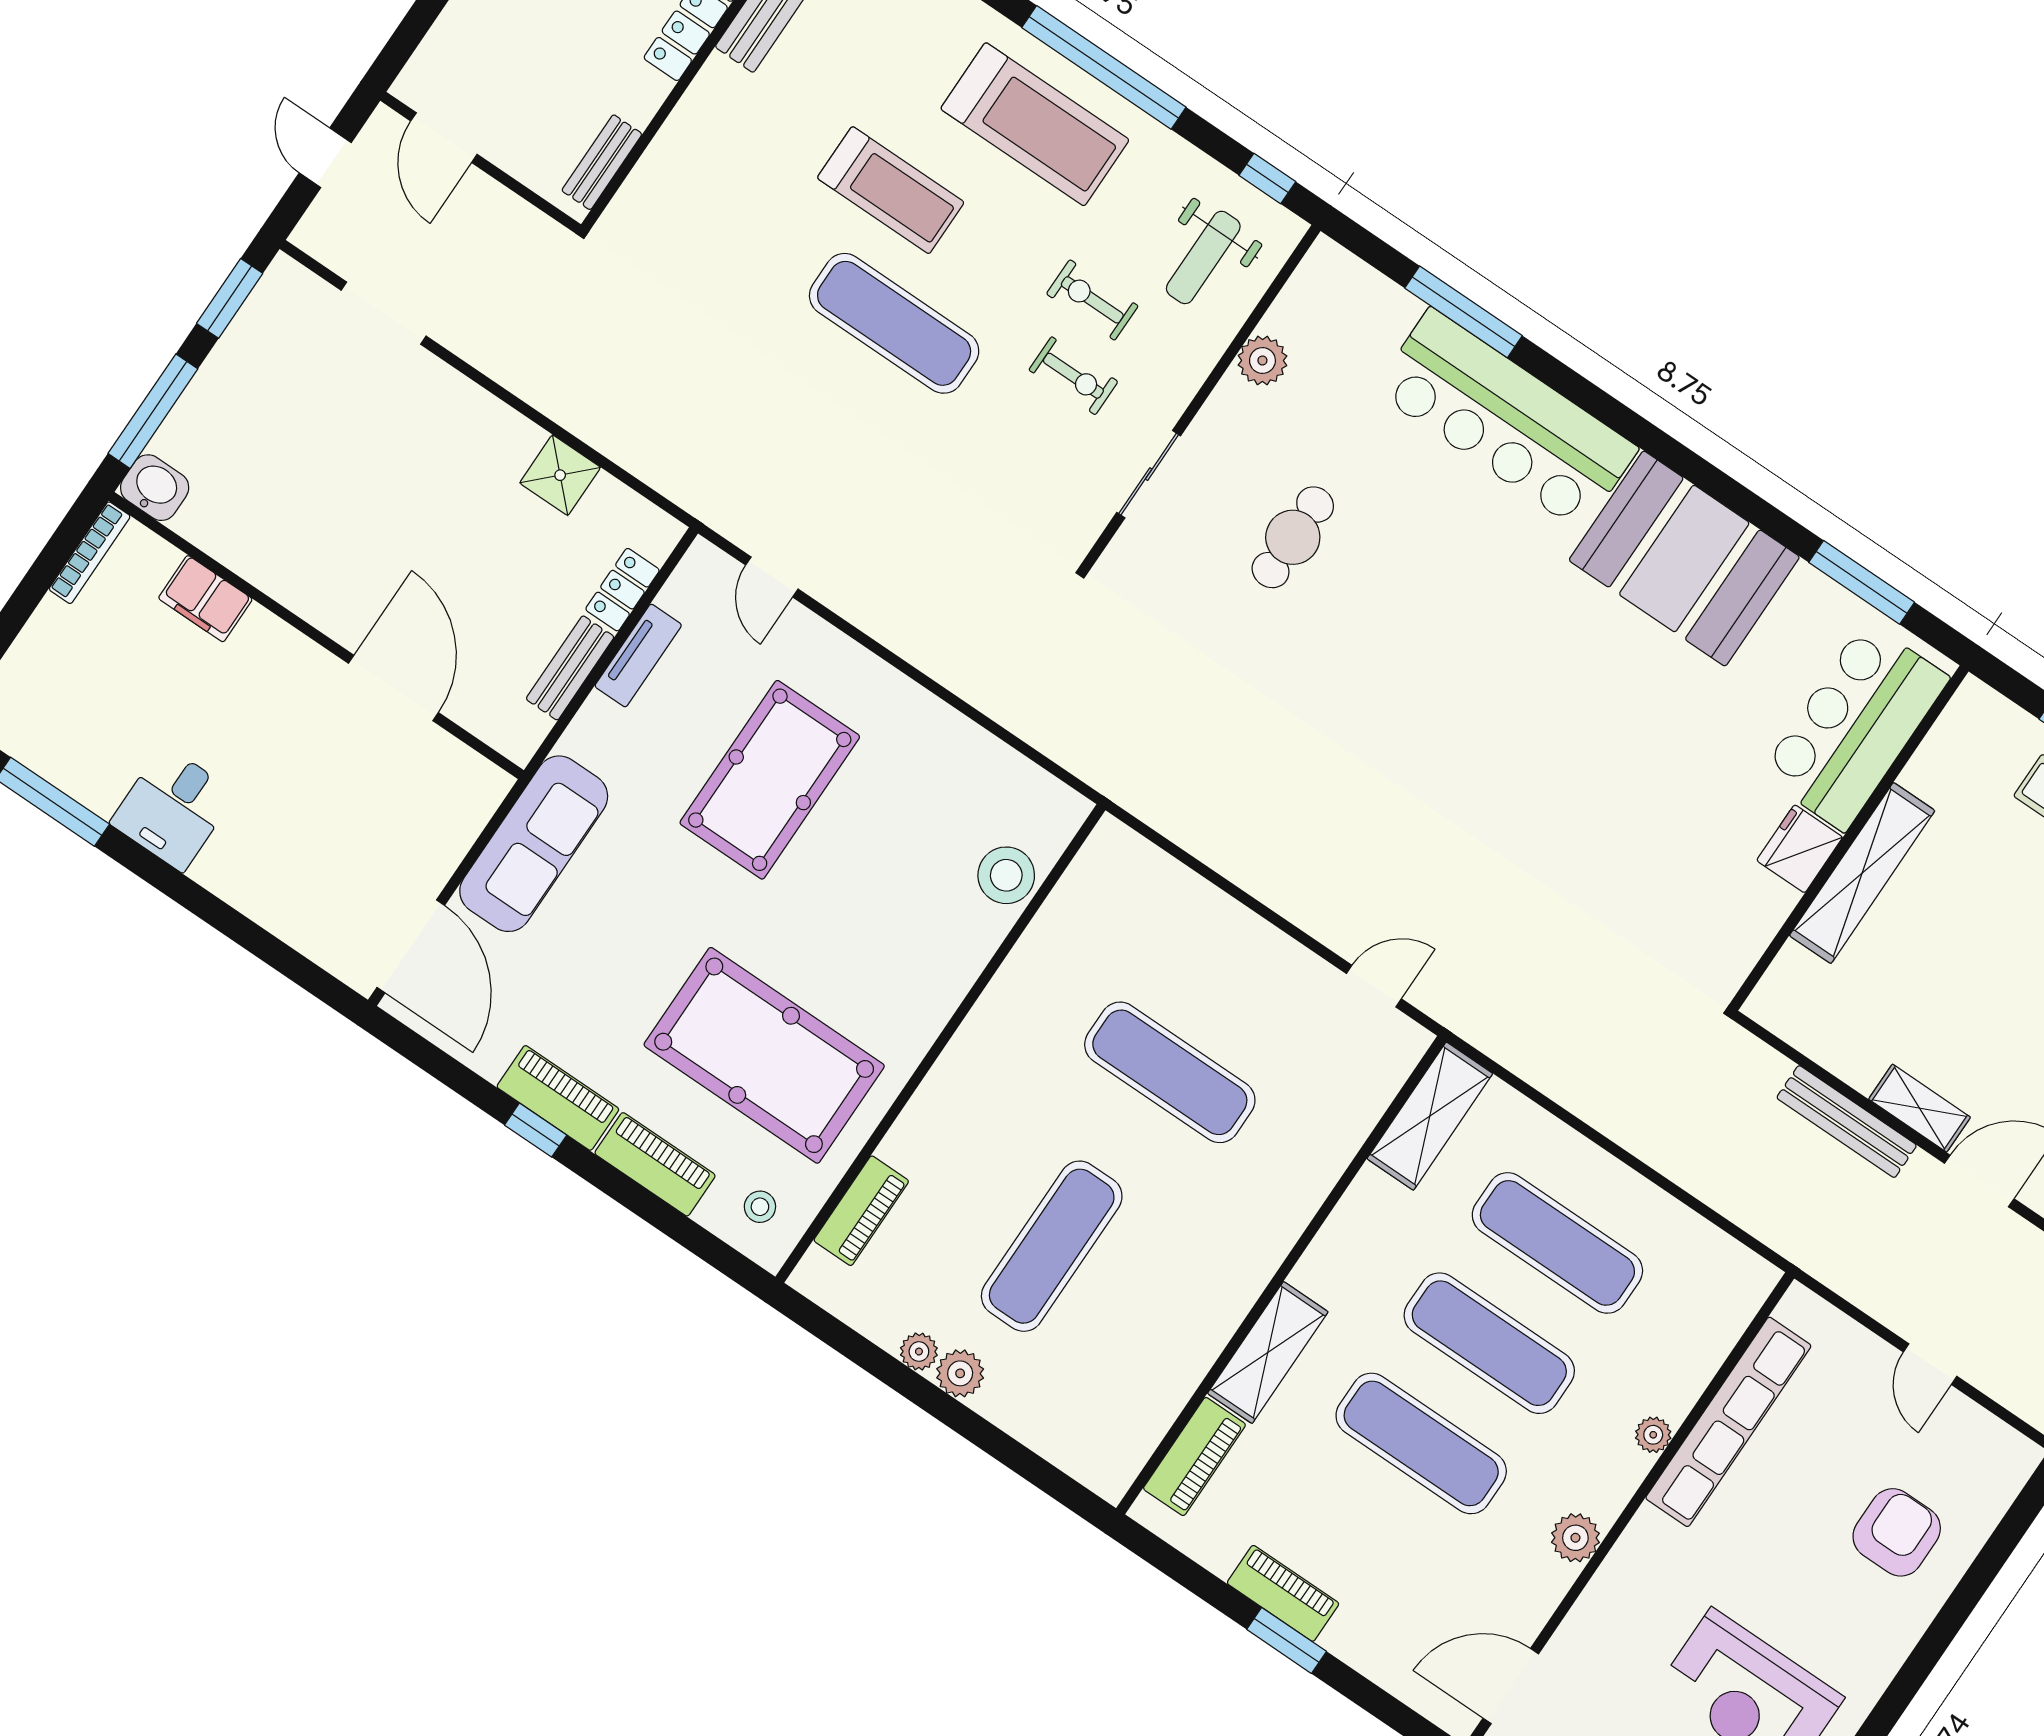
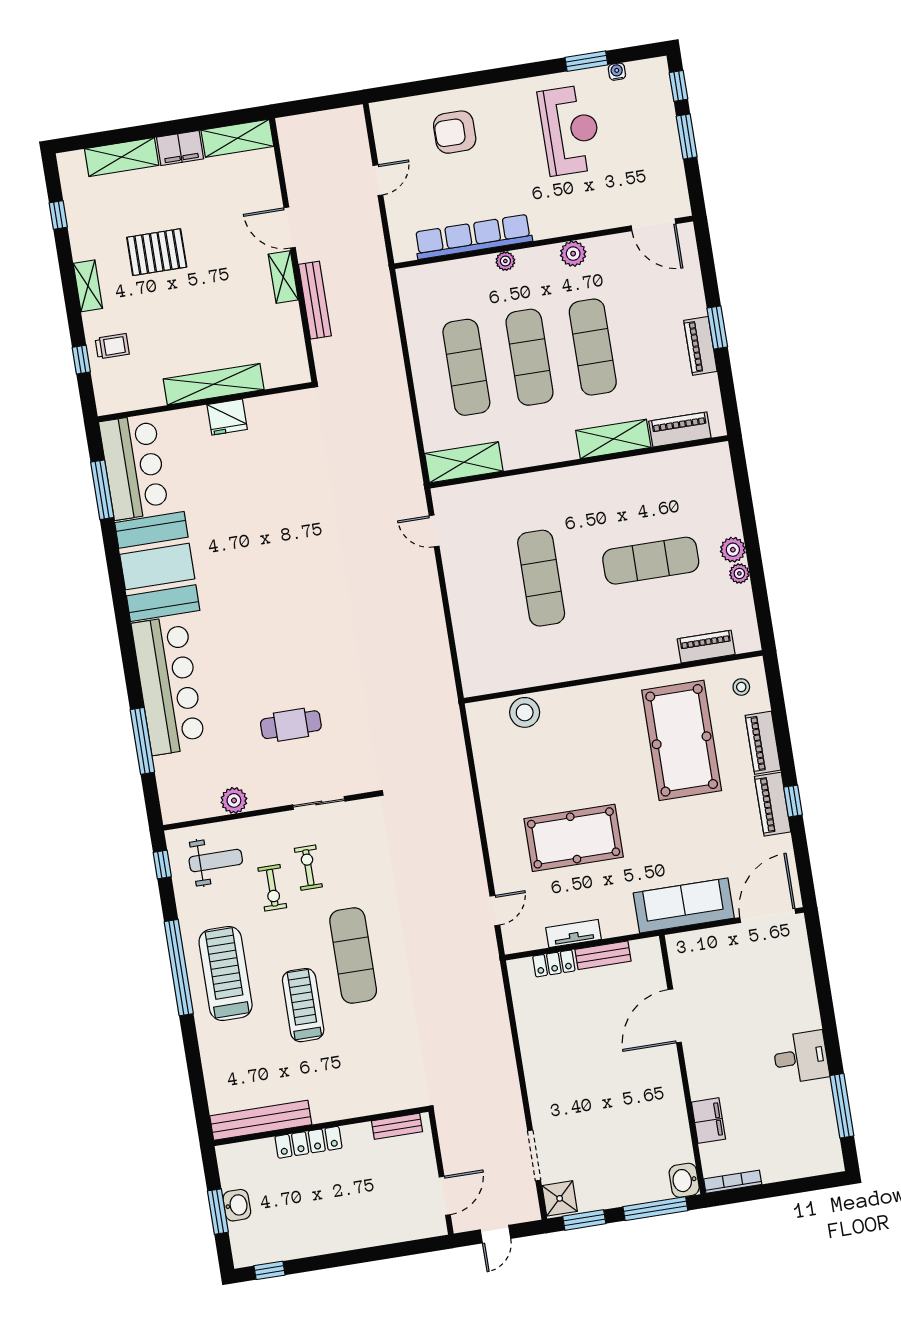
shower: (560, 475) -> (560, 1198), moved
bar counter: (1855, 726) -> (134, 467), moved, turned -90

